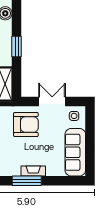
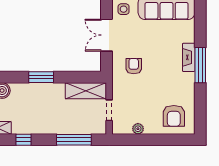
armchair: (26, 125) -> (134, 66), width x0.53, depth x0.53

